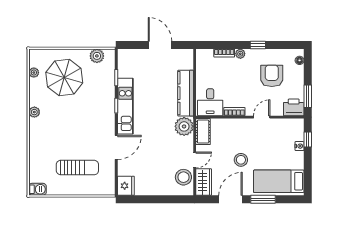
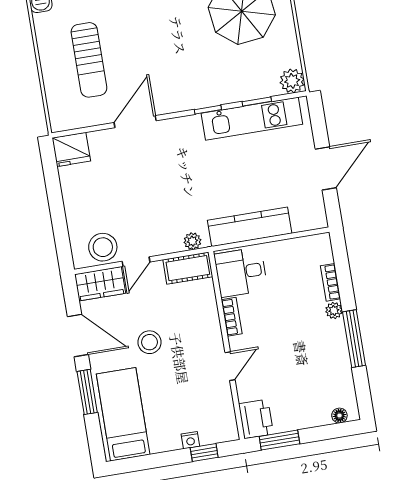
window: (258, 45) -> (354, 339), width x2.17
plant: (97, 56) -> (292, 81), moved
armchair: (272, 76) -> (305, 372), removed
kitchen unit: (125, 106) -> (252, 119), moved
door: (262, 117) -> (230, 366), hinge flipped
plant: (184, 126) -> (192, 241), width x0.53, depth x0.53
door: (116, 147) -> (135, 122), swing flipped
door: (195, 160) -> (136, 262), hinge flipped

